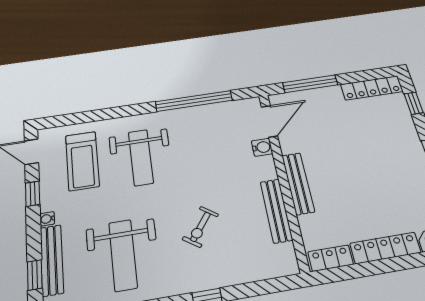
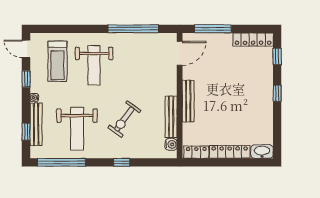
water cooler: (262, 147) -> (171, 144), moved
exercise bike: (200, 227) -> (124, 119), width x1.38, depth x1.39

